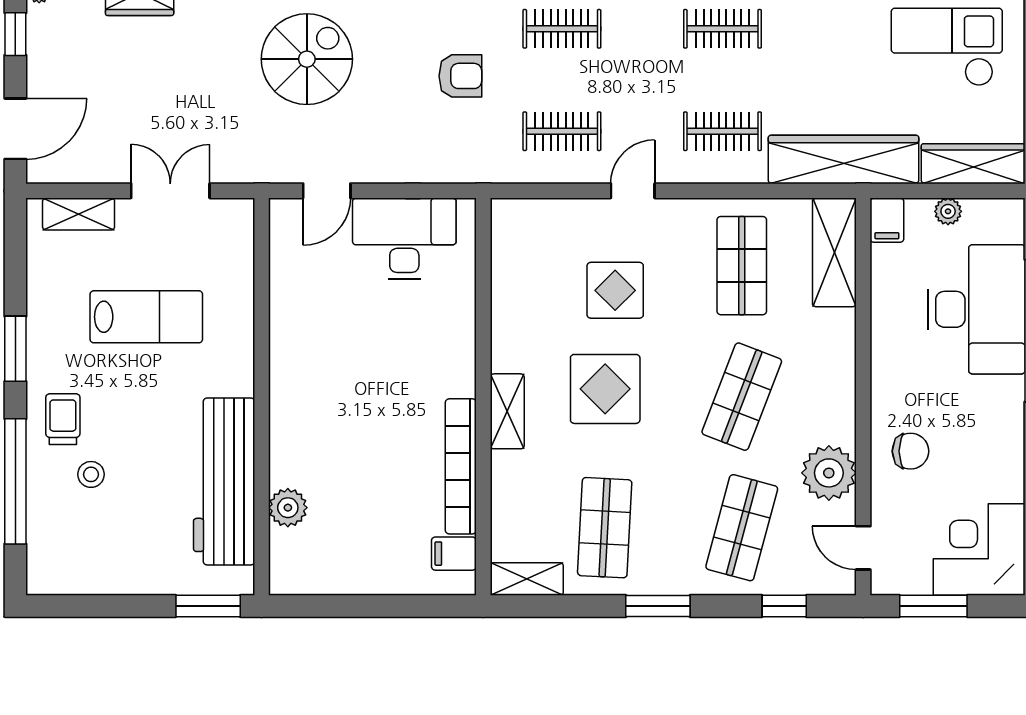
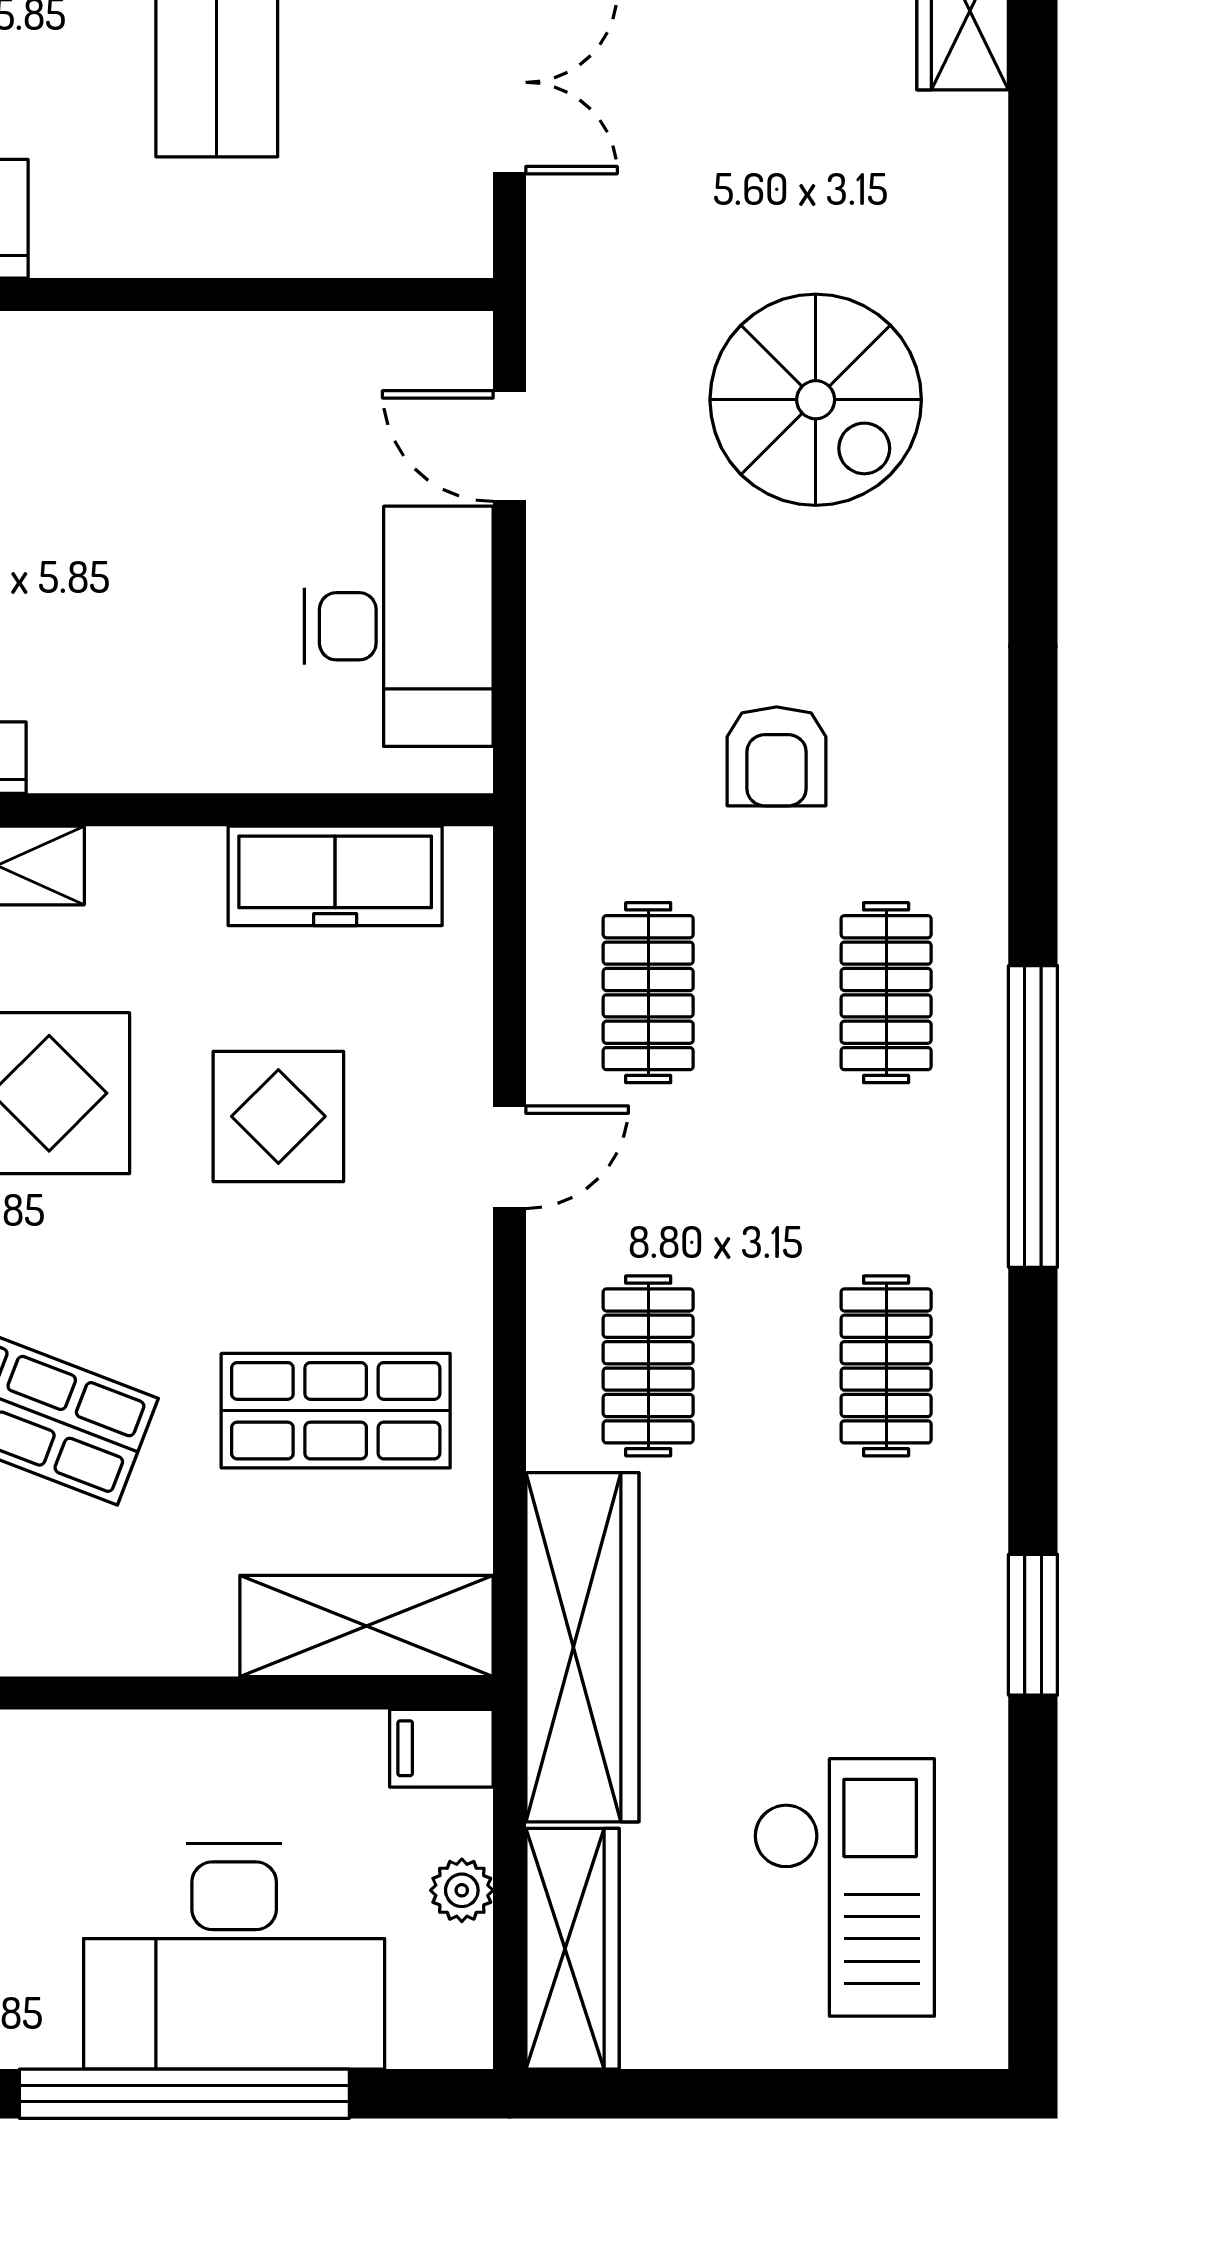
door: (633, 191) -> (510, 1157), hinge flipped
freezer: (512, 266) -> (335, 876), added

